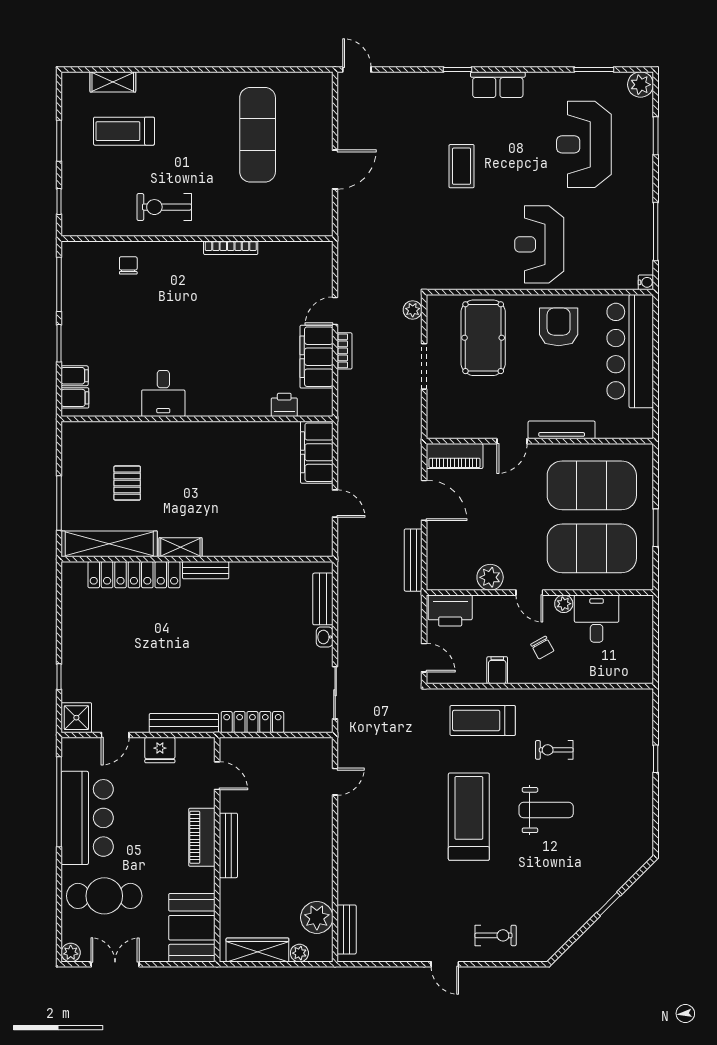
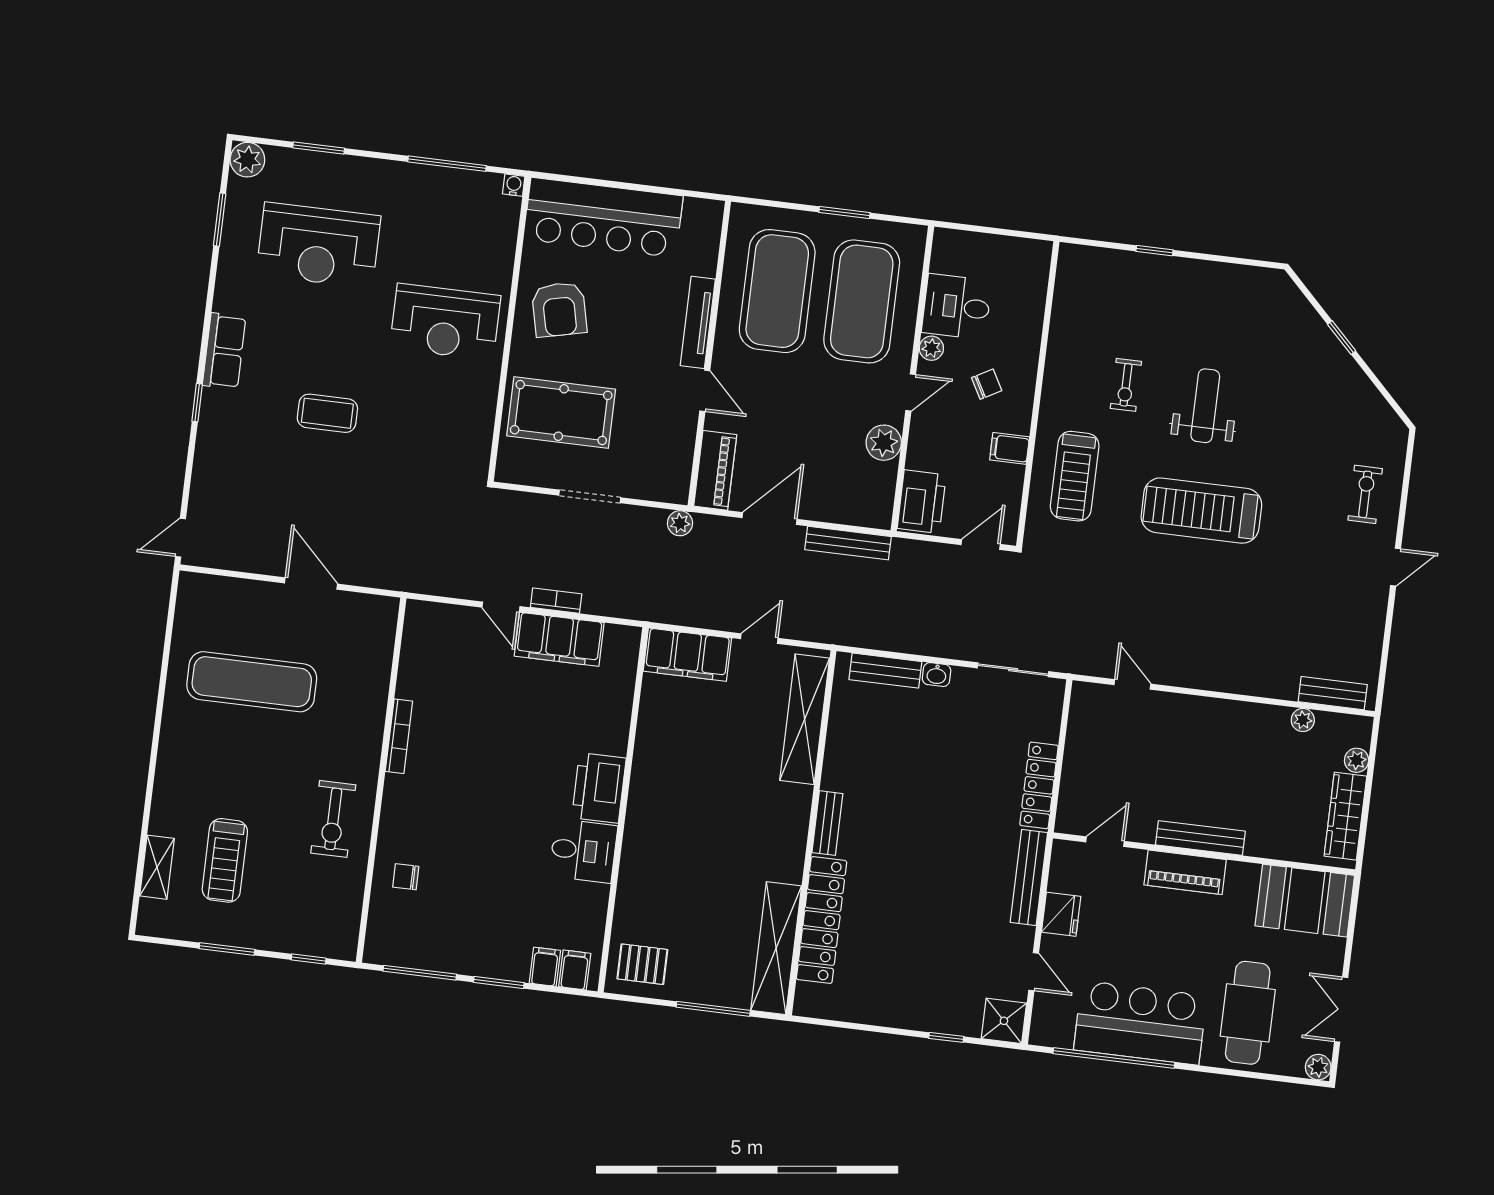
plant: (413, 310) -> (680, 523), moved
armchair: (559, 327) -> (559, 309), turned -103
printer: (284, 405) -> (599, 788), moved, width x1.87, depth x1.48
pallet: (127, 483) -> (642, 964), moved
shelving: (180, 547) -> (805, 719), moved, width x2.20, depth x1.33
plant: (317, 917) -> (1303, 720), width x0.53, depth x0.53

